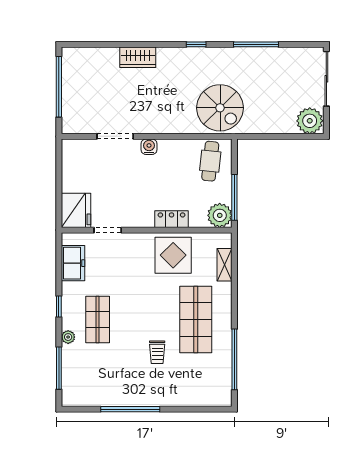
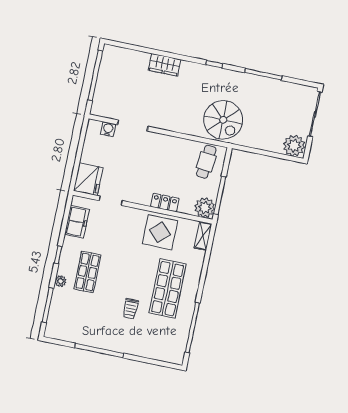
water cooler: (149, 147) -> (108, 129), moved
shelving: (225, 265) -> (203, 236), moved

